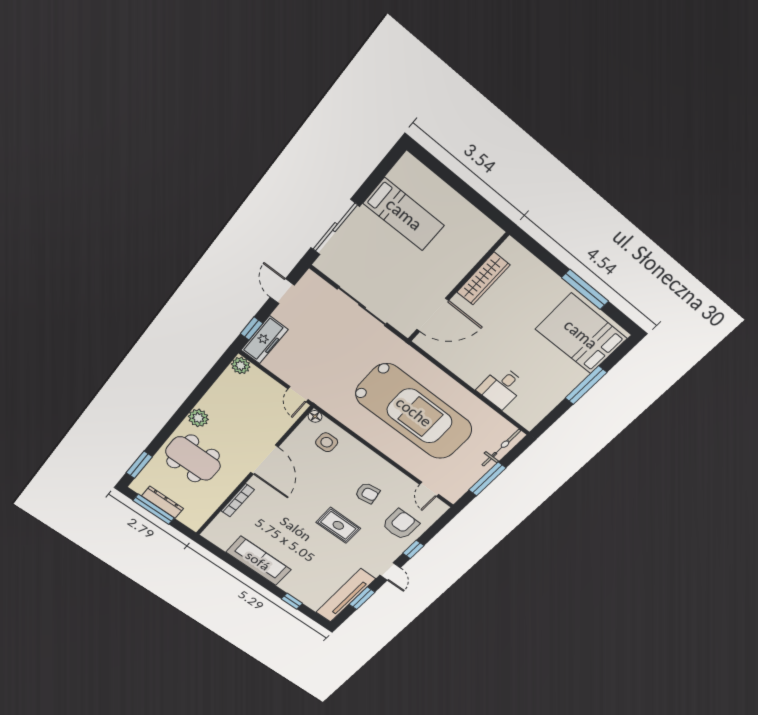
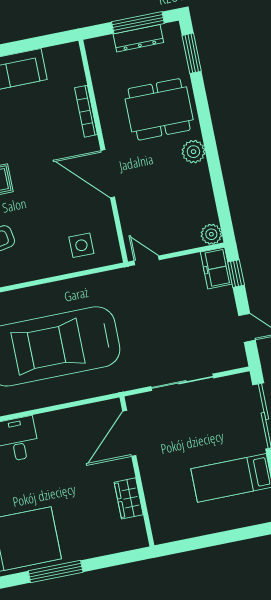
wardrobe: (483, 279) -> (129, 498), width x0.67
freezer: (264, 340) -> (216, 268), width x0.71
floor lamp: (315, 416) -> (114, 257), removed

